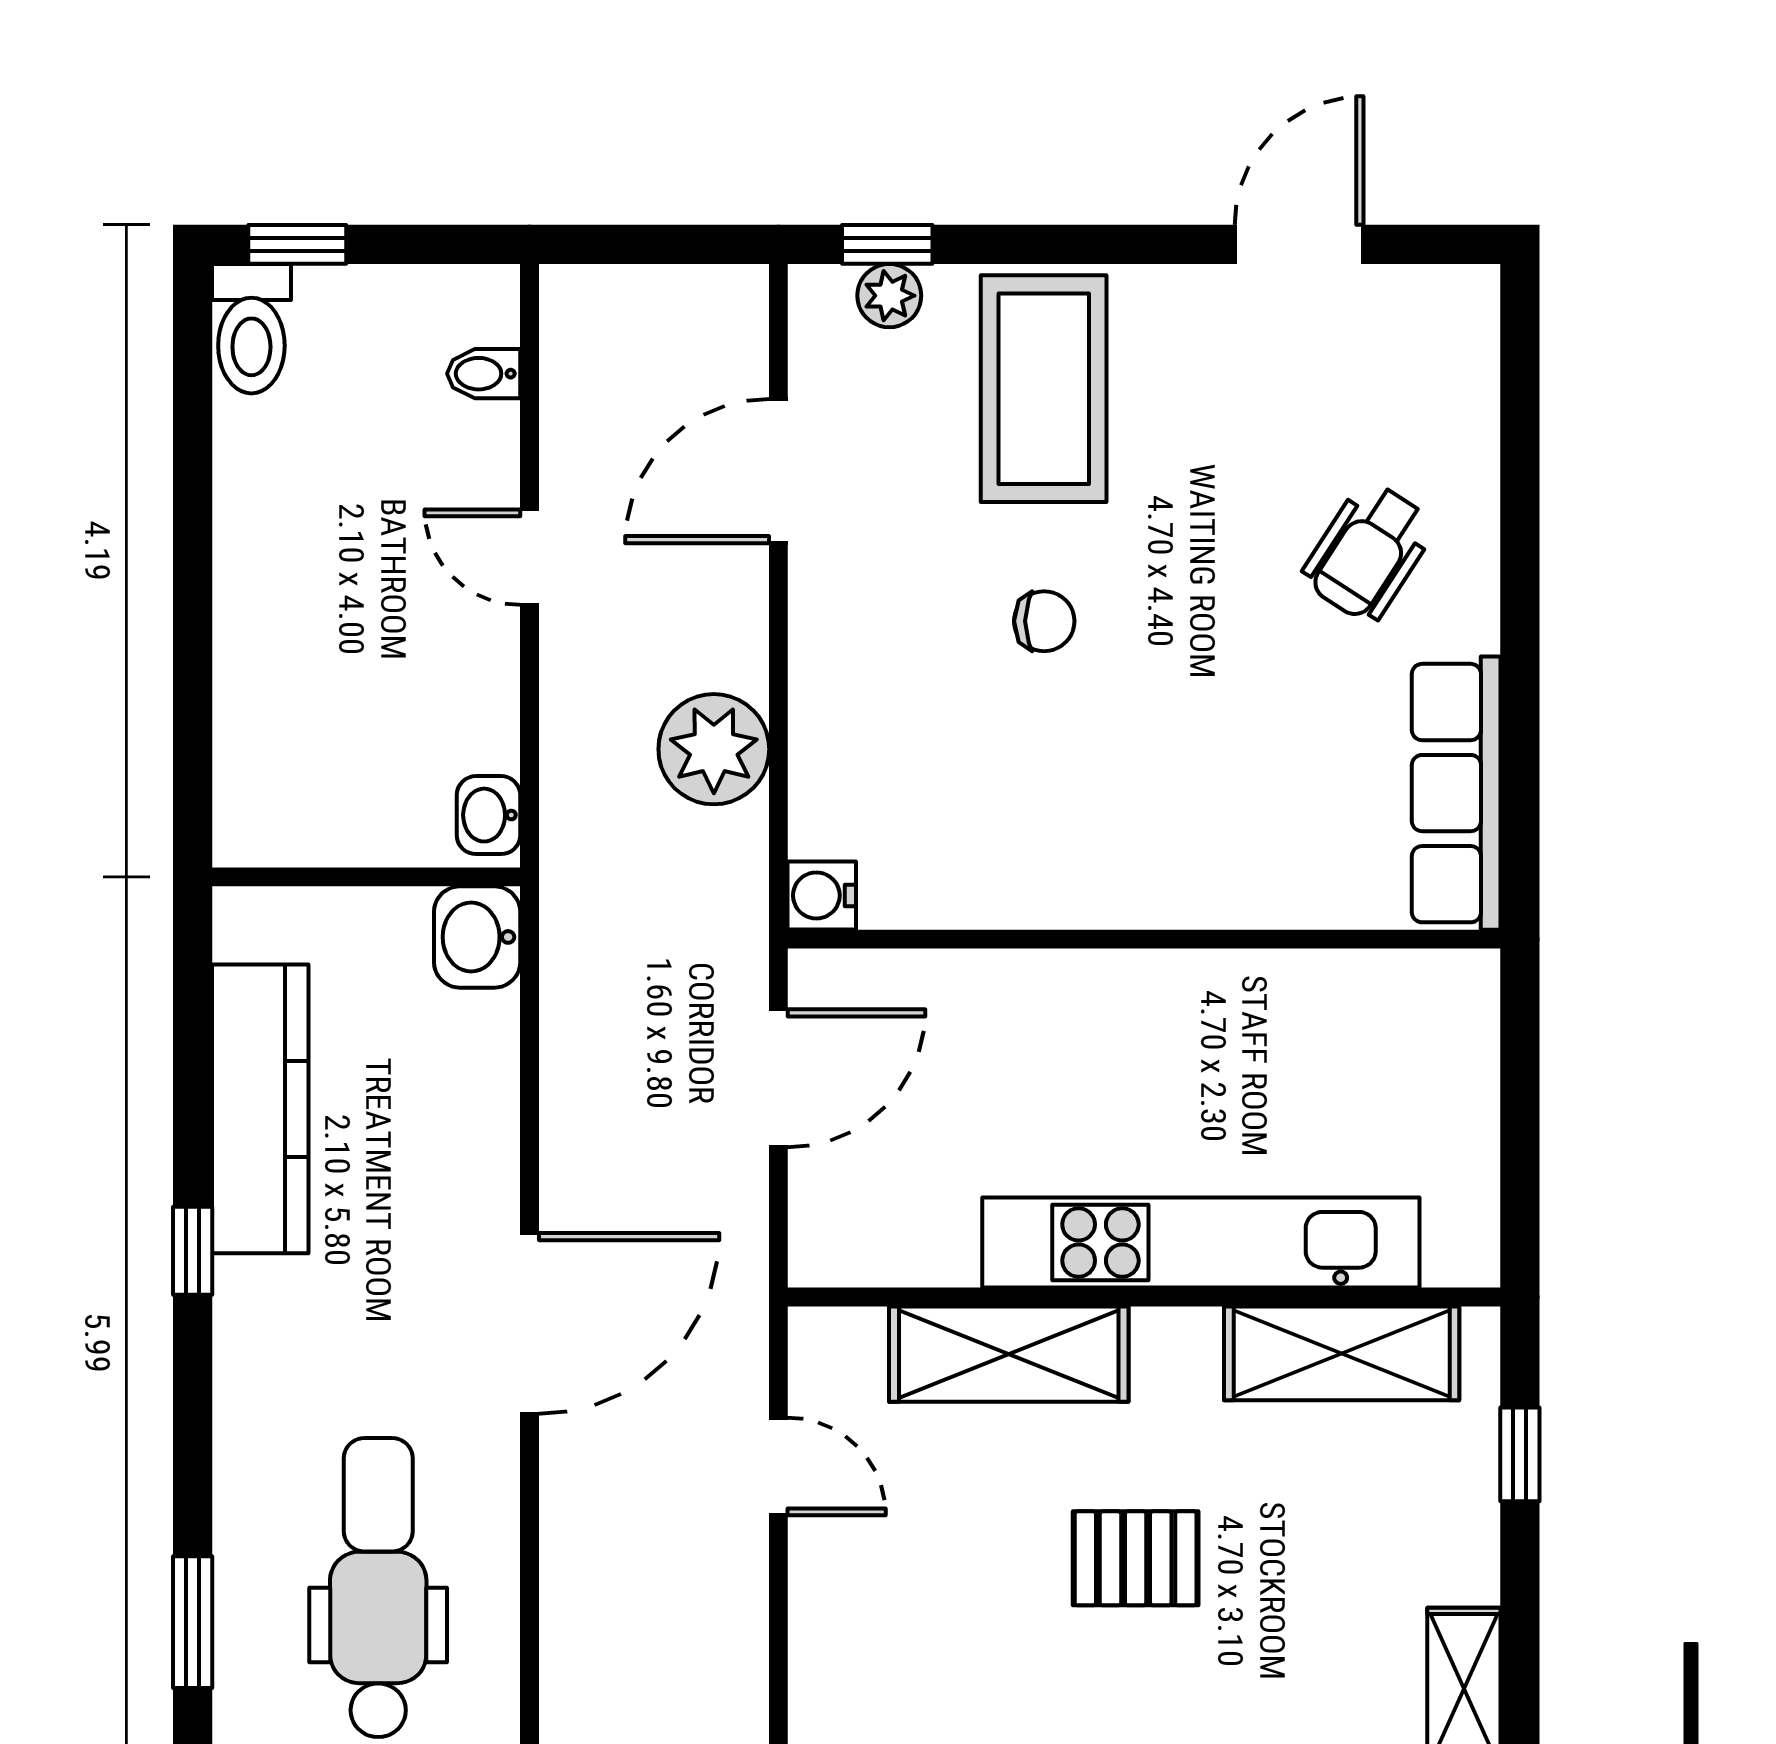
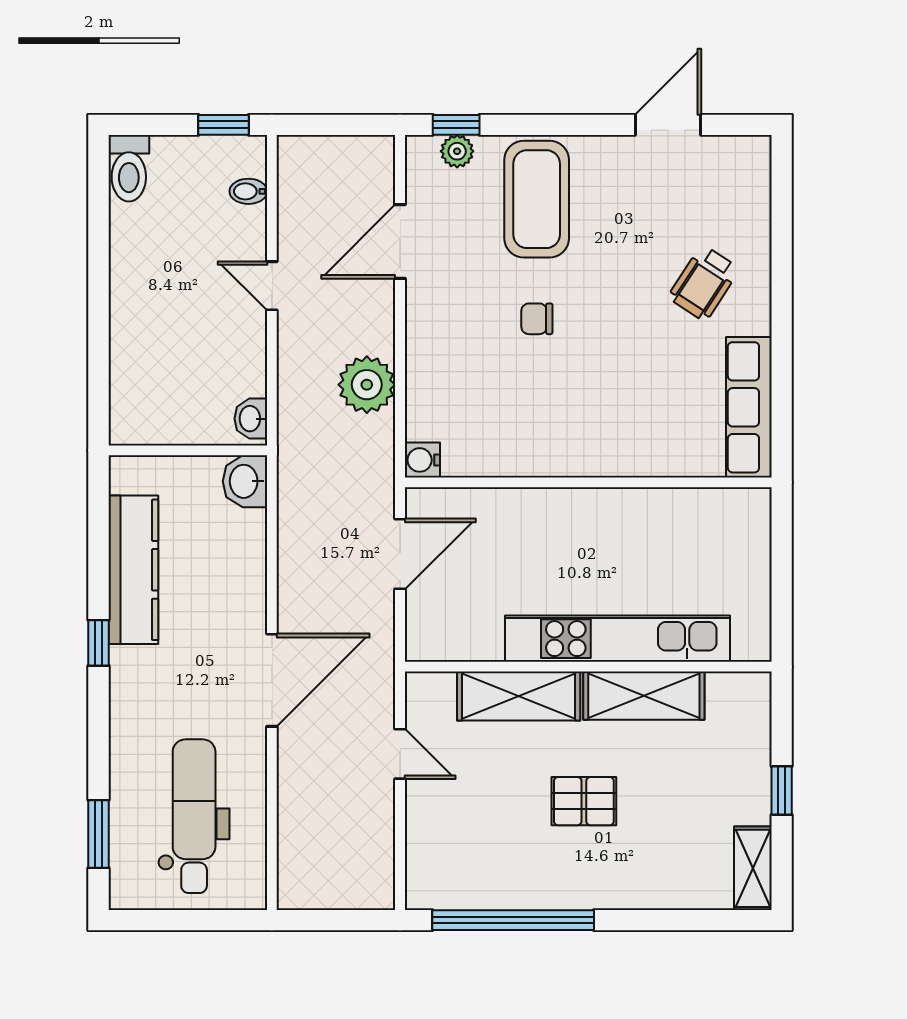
window: (297, 244) -> (223, 125), moved
chair: (1044, 621) -> (537, 319), turned 180
shelving: (1342, 1353) -> (644, 696), moved
window: (1520, 1454) -> (782, 791), moved

